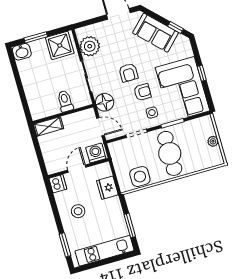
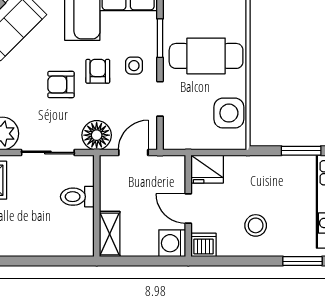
armchair: (129, 73) -> (61, 85), turned 180
washing machine: (96, 153) -> (172, 243), moved
fridge: (107, 188) -> (207, 169), moved

